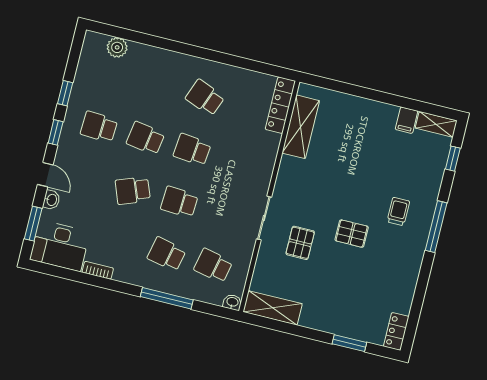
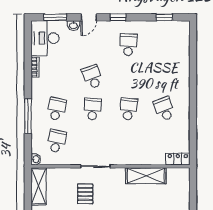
plant: (117, 47) -> (183, 44), removed
window: (65, 93) -> (164, 17), moved
school desk: (205, 98) -> (164, 109), turned -42
locker: (280, 105) -> (178, 159), width x0.66
shelving: (301, 127) -> (146, 176), moved
school desk: (146, 138) -> (128, 77), removed
pallet: (300, 243) -> (85, 194), turned 90

